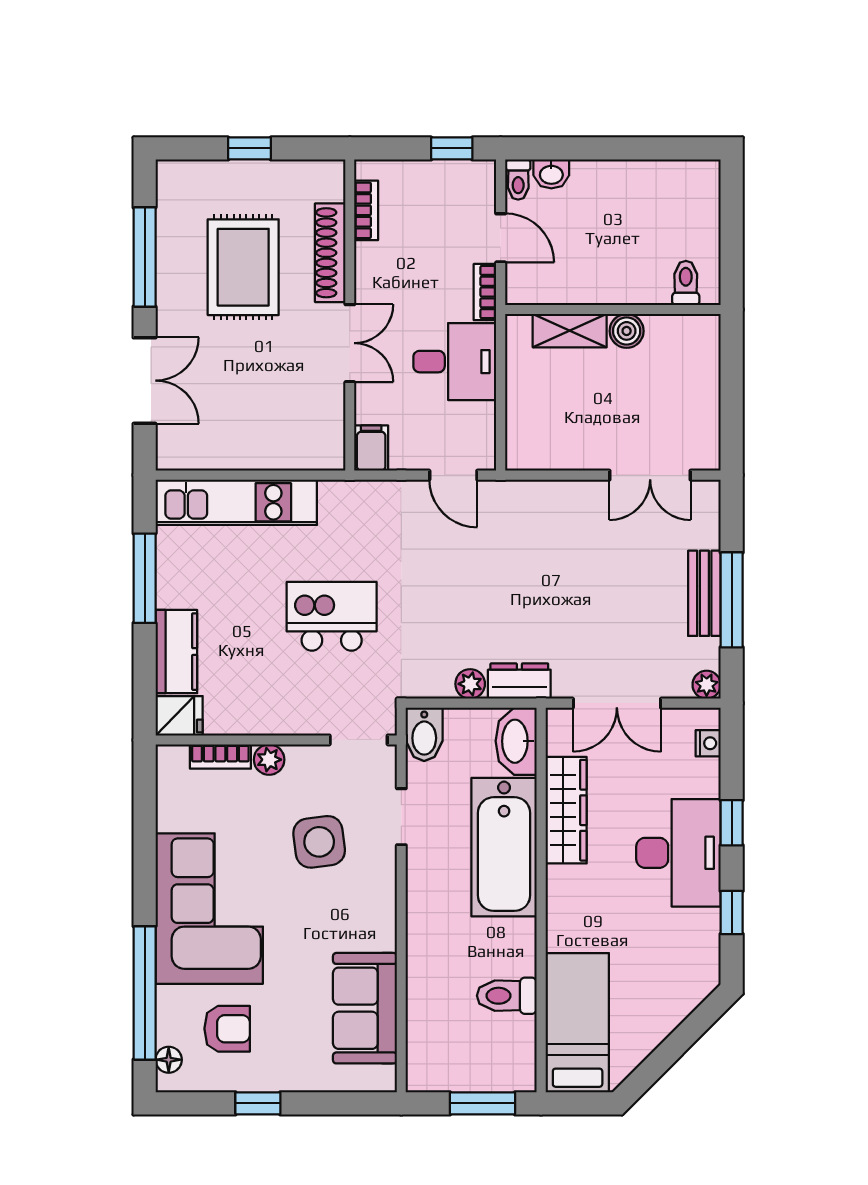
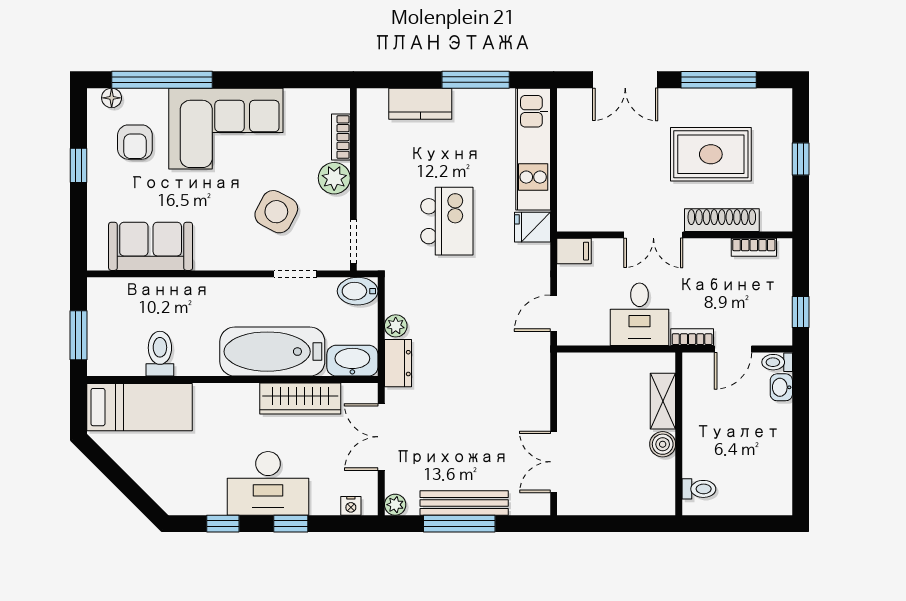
bench: (704, 593) -> (464, 503), width x1.36
fridge: (179, 716) -> (533, 227), moved, turned 90
plant: (269, 760) -> (334, 178), width x1.38, depth x1.38
side table: (319, 842) -> (276, 212), turned 35

